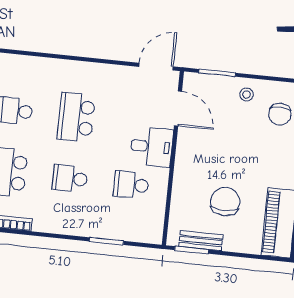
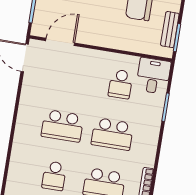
desk: (152, 147) -> (153, 76), moved
school desk: (70, 178) -> (112, 134), width x1.85

